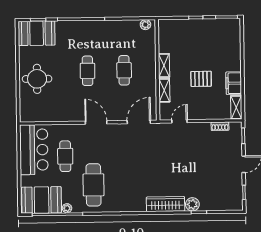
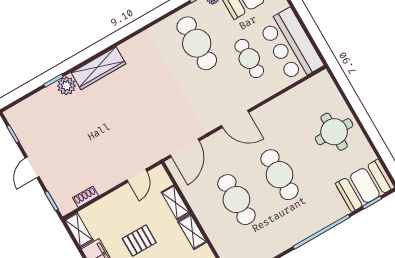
cafe table: (124, 70) -> (236, 200), width x1.37, depth x1.35
cafe table: (87, 71) -> (280, 175), width x1.37, depth x1.35

